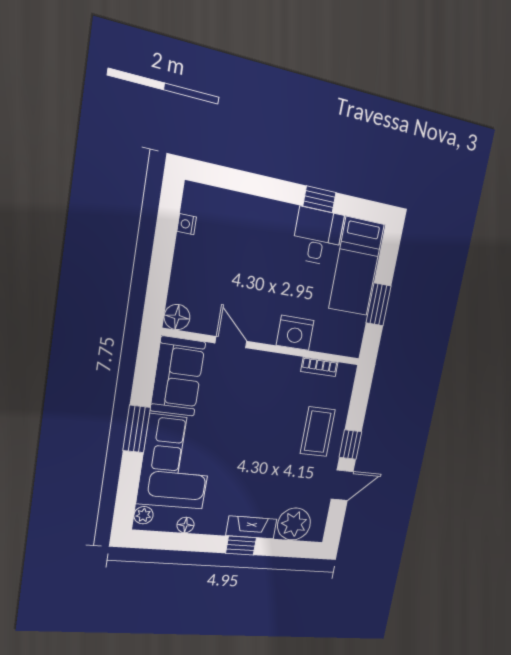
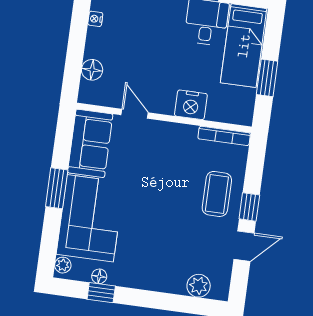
floor lamp: (177, 317) -> (92, 70), moved
bookcase: (319, 367) -> (224, 136), width x1.56
plant: (294, 524) -> (199, 286), width x0.73, depth x0.73
fireplace: (251, 527) -> (159, 282), removed
window: (241, 546) -> (101, 293), moved

